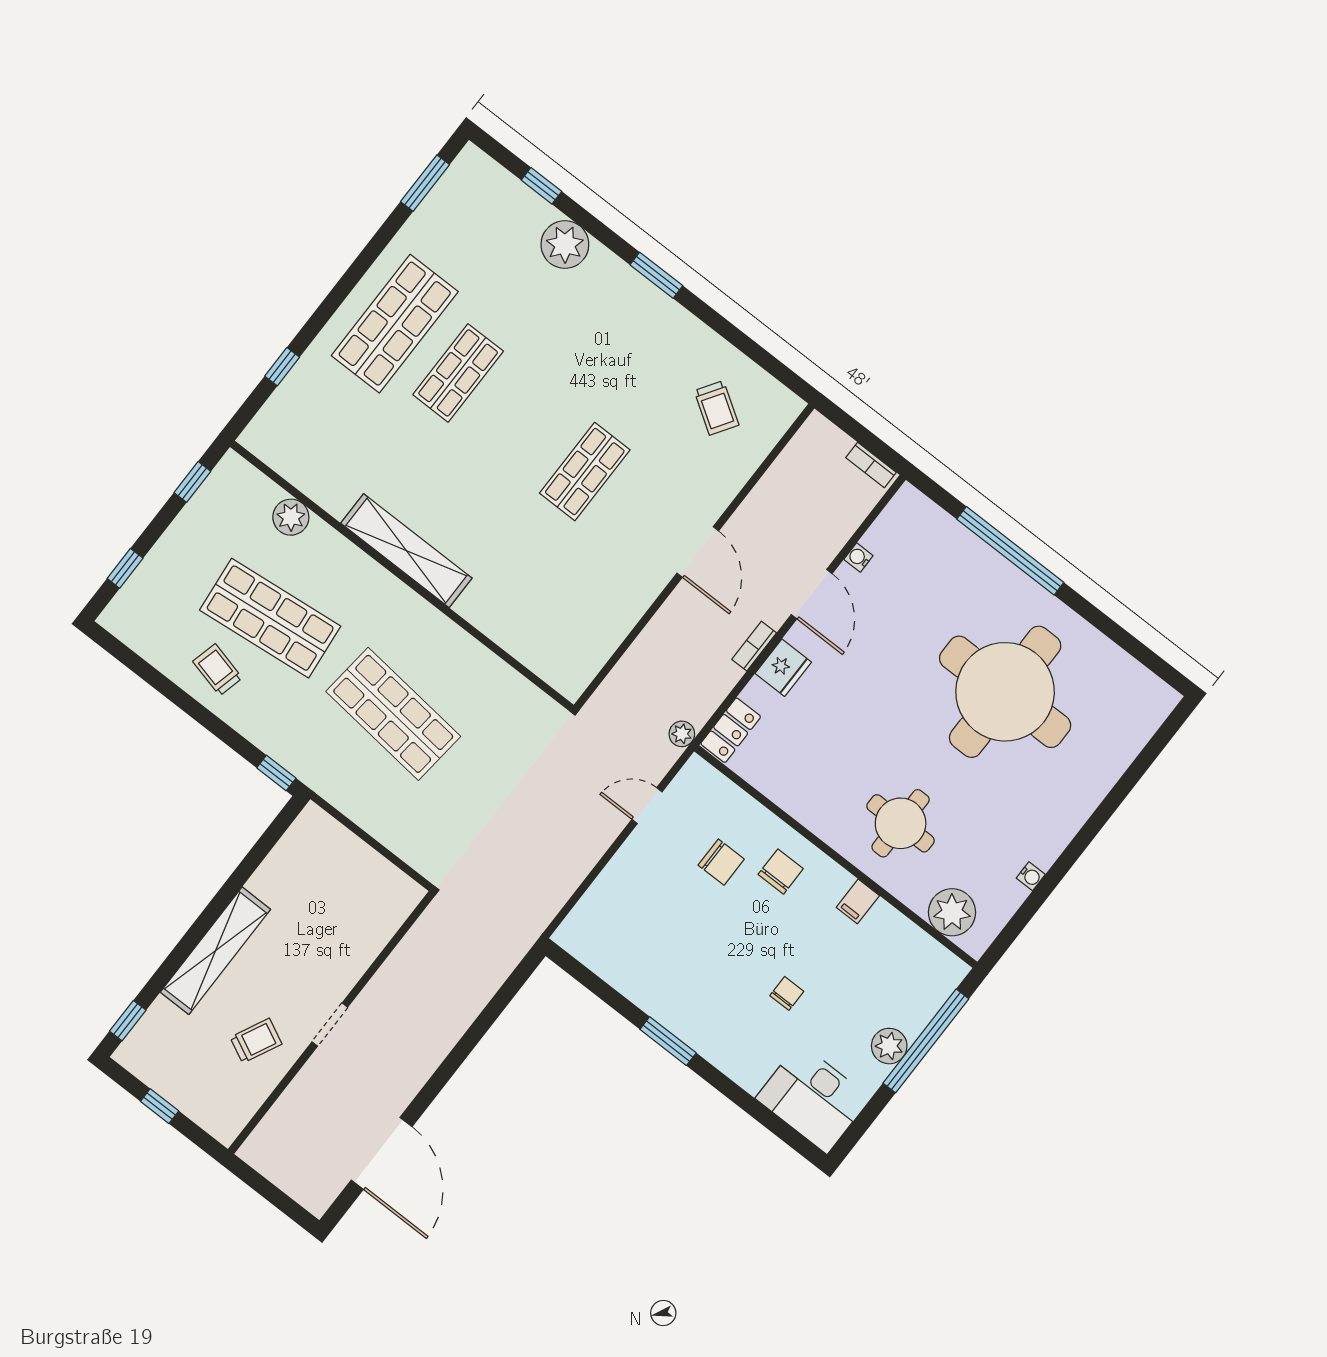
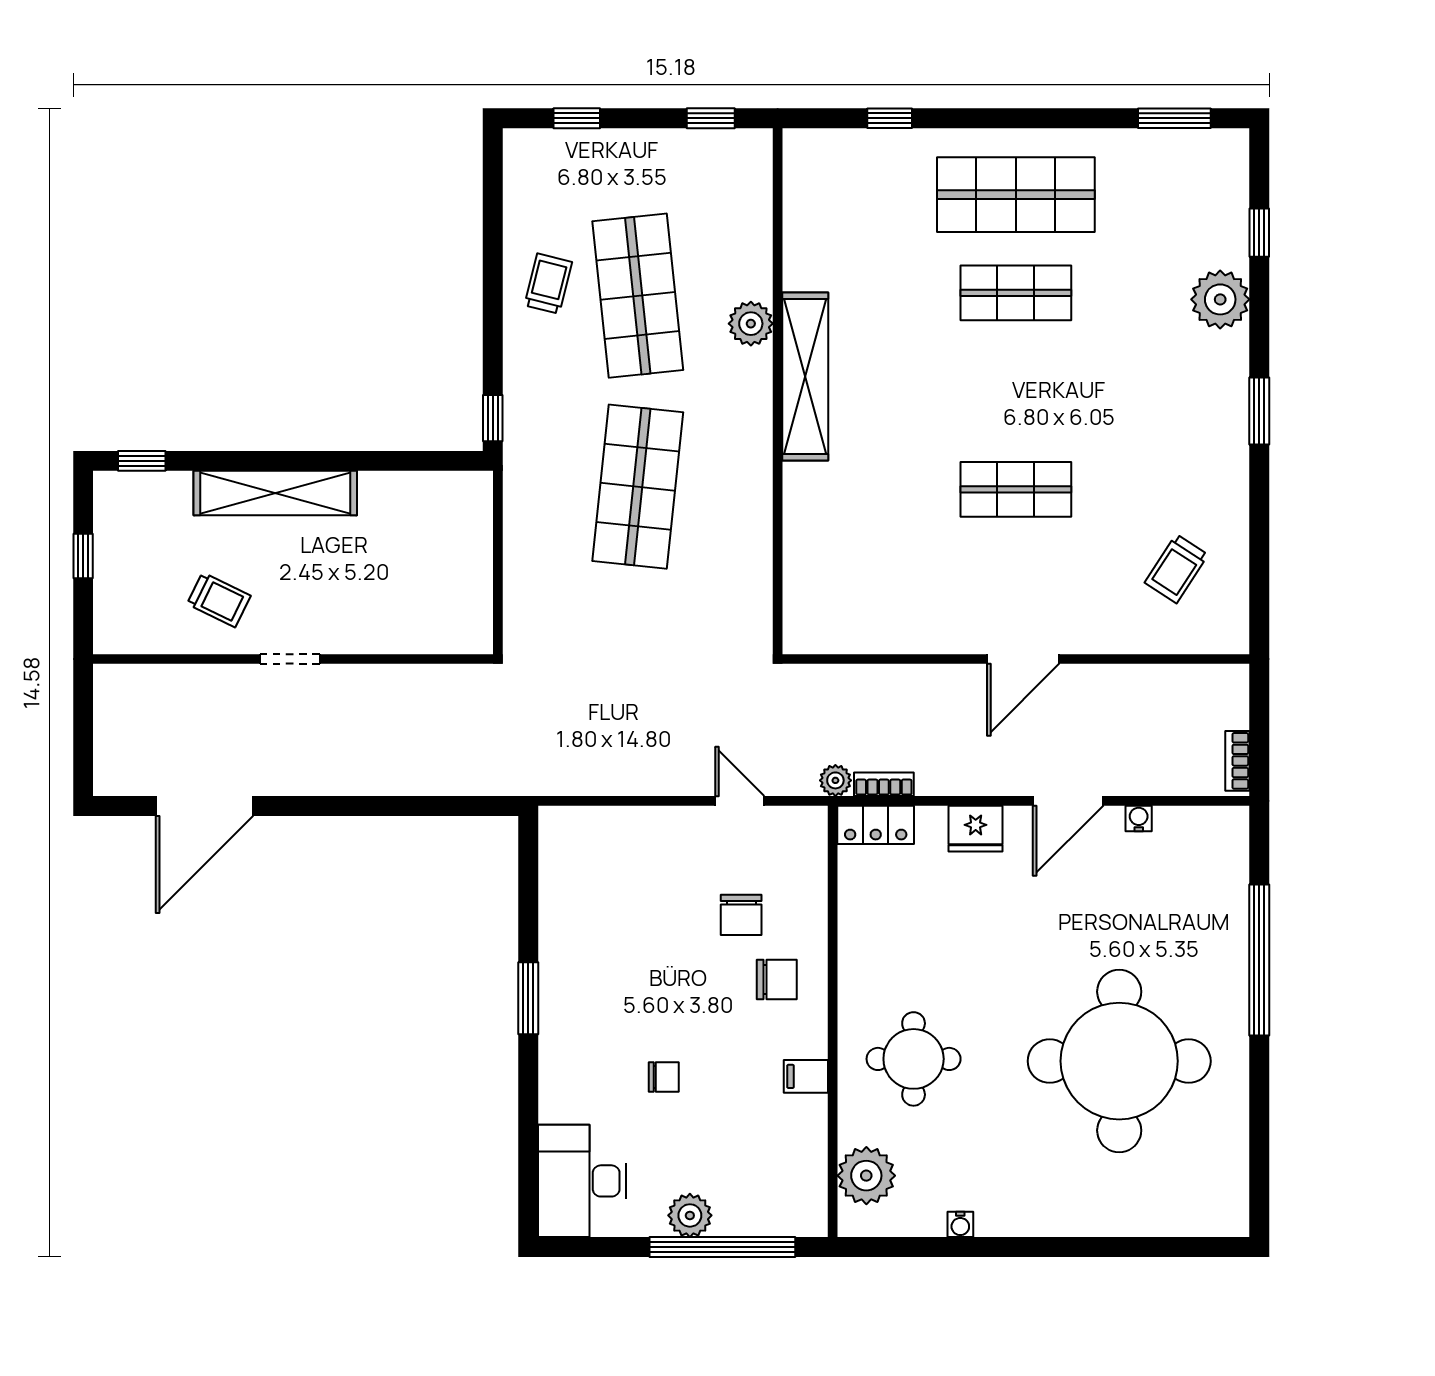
plant: (291, 517) -> (751, 324), moved
bookcase: (754, 646) -> (884, 784), moved

